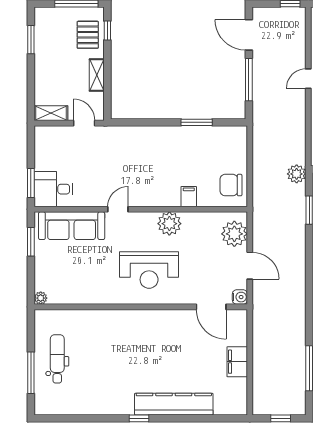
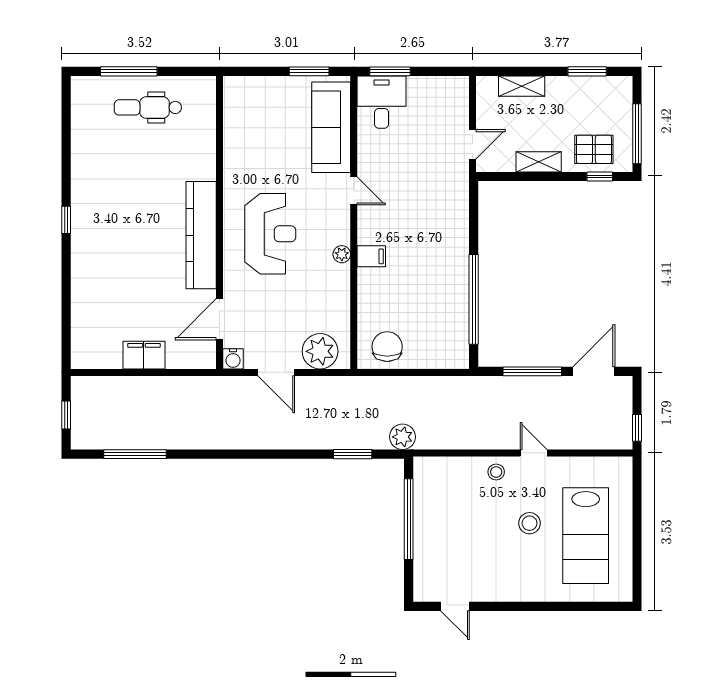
shelving: (51, 113) -> (522, 86), moved, turned 90
window: (197, 122) -> (474, 299), width x2.11
filing cabinet: (189, 197) -> (371, 256), moved
plant: (169, 224) -> (342, 254), width x0.53, depth x0.53
door: (250, 266) -> (276, 372), hinge flipped
reception desk: (149, 270) -> (270, 234), turned 180
plant: (41, 298) -> (232, 85), removed
dental chair: (57, 359) -> (148, 107), turned 180
kitchen counter: (174, 404) -> (201, 235), moved, turned 180

